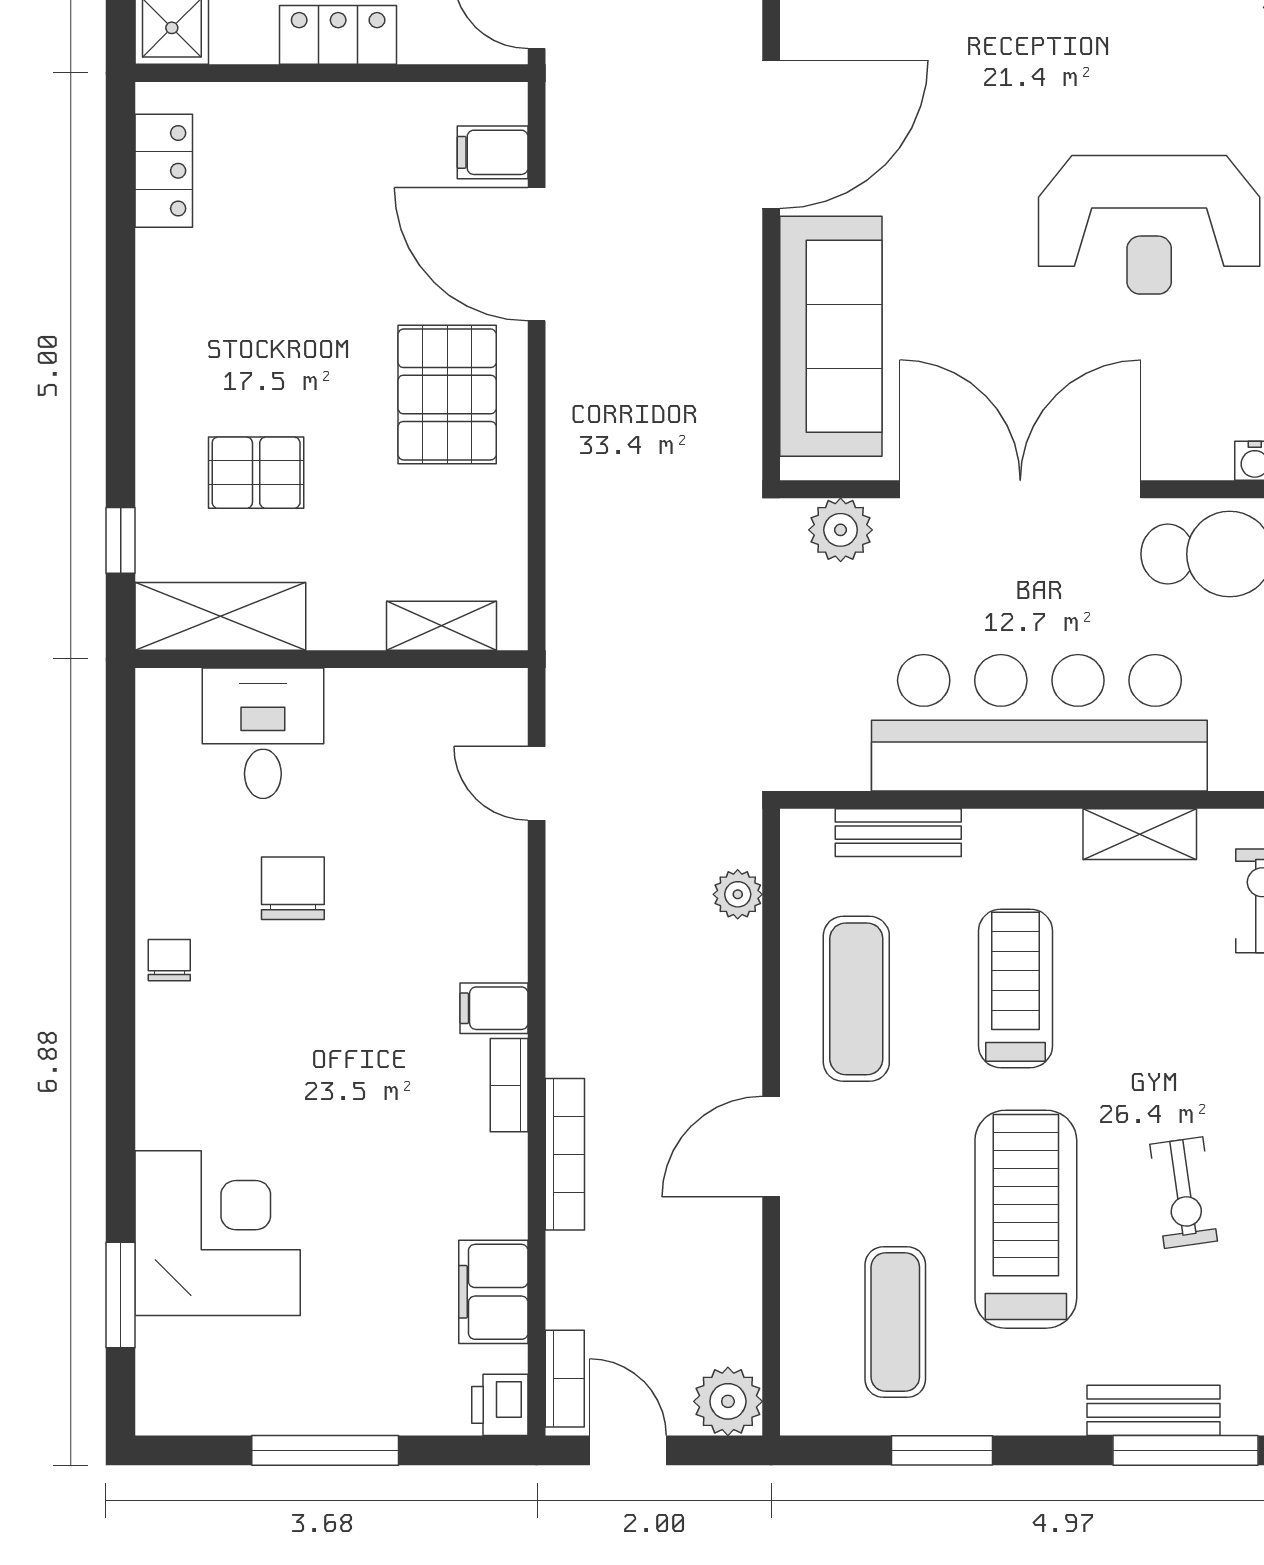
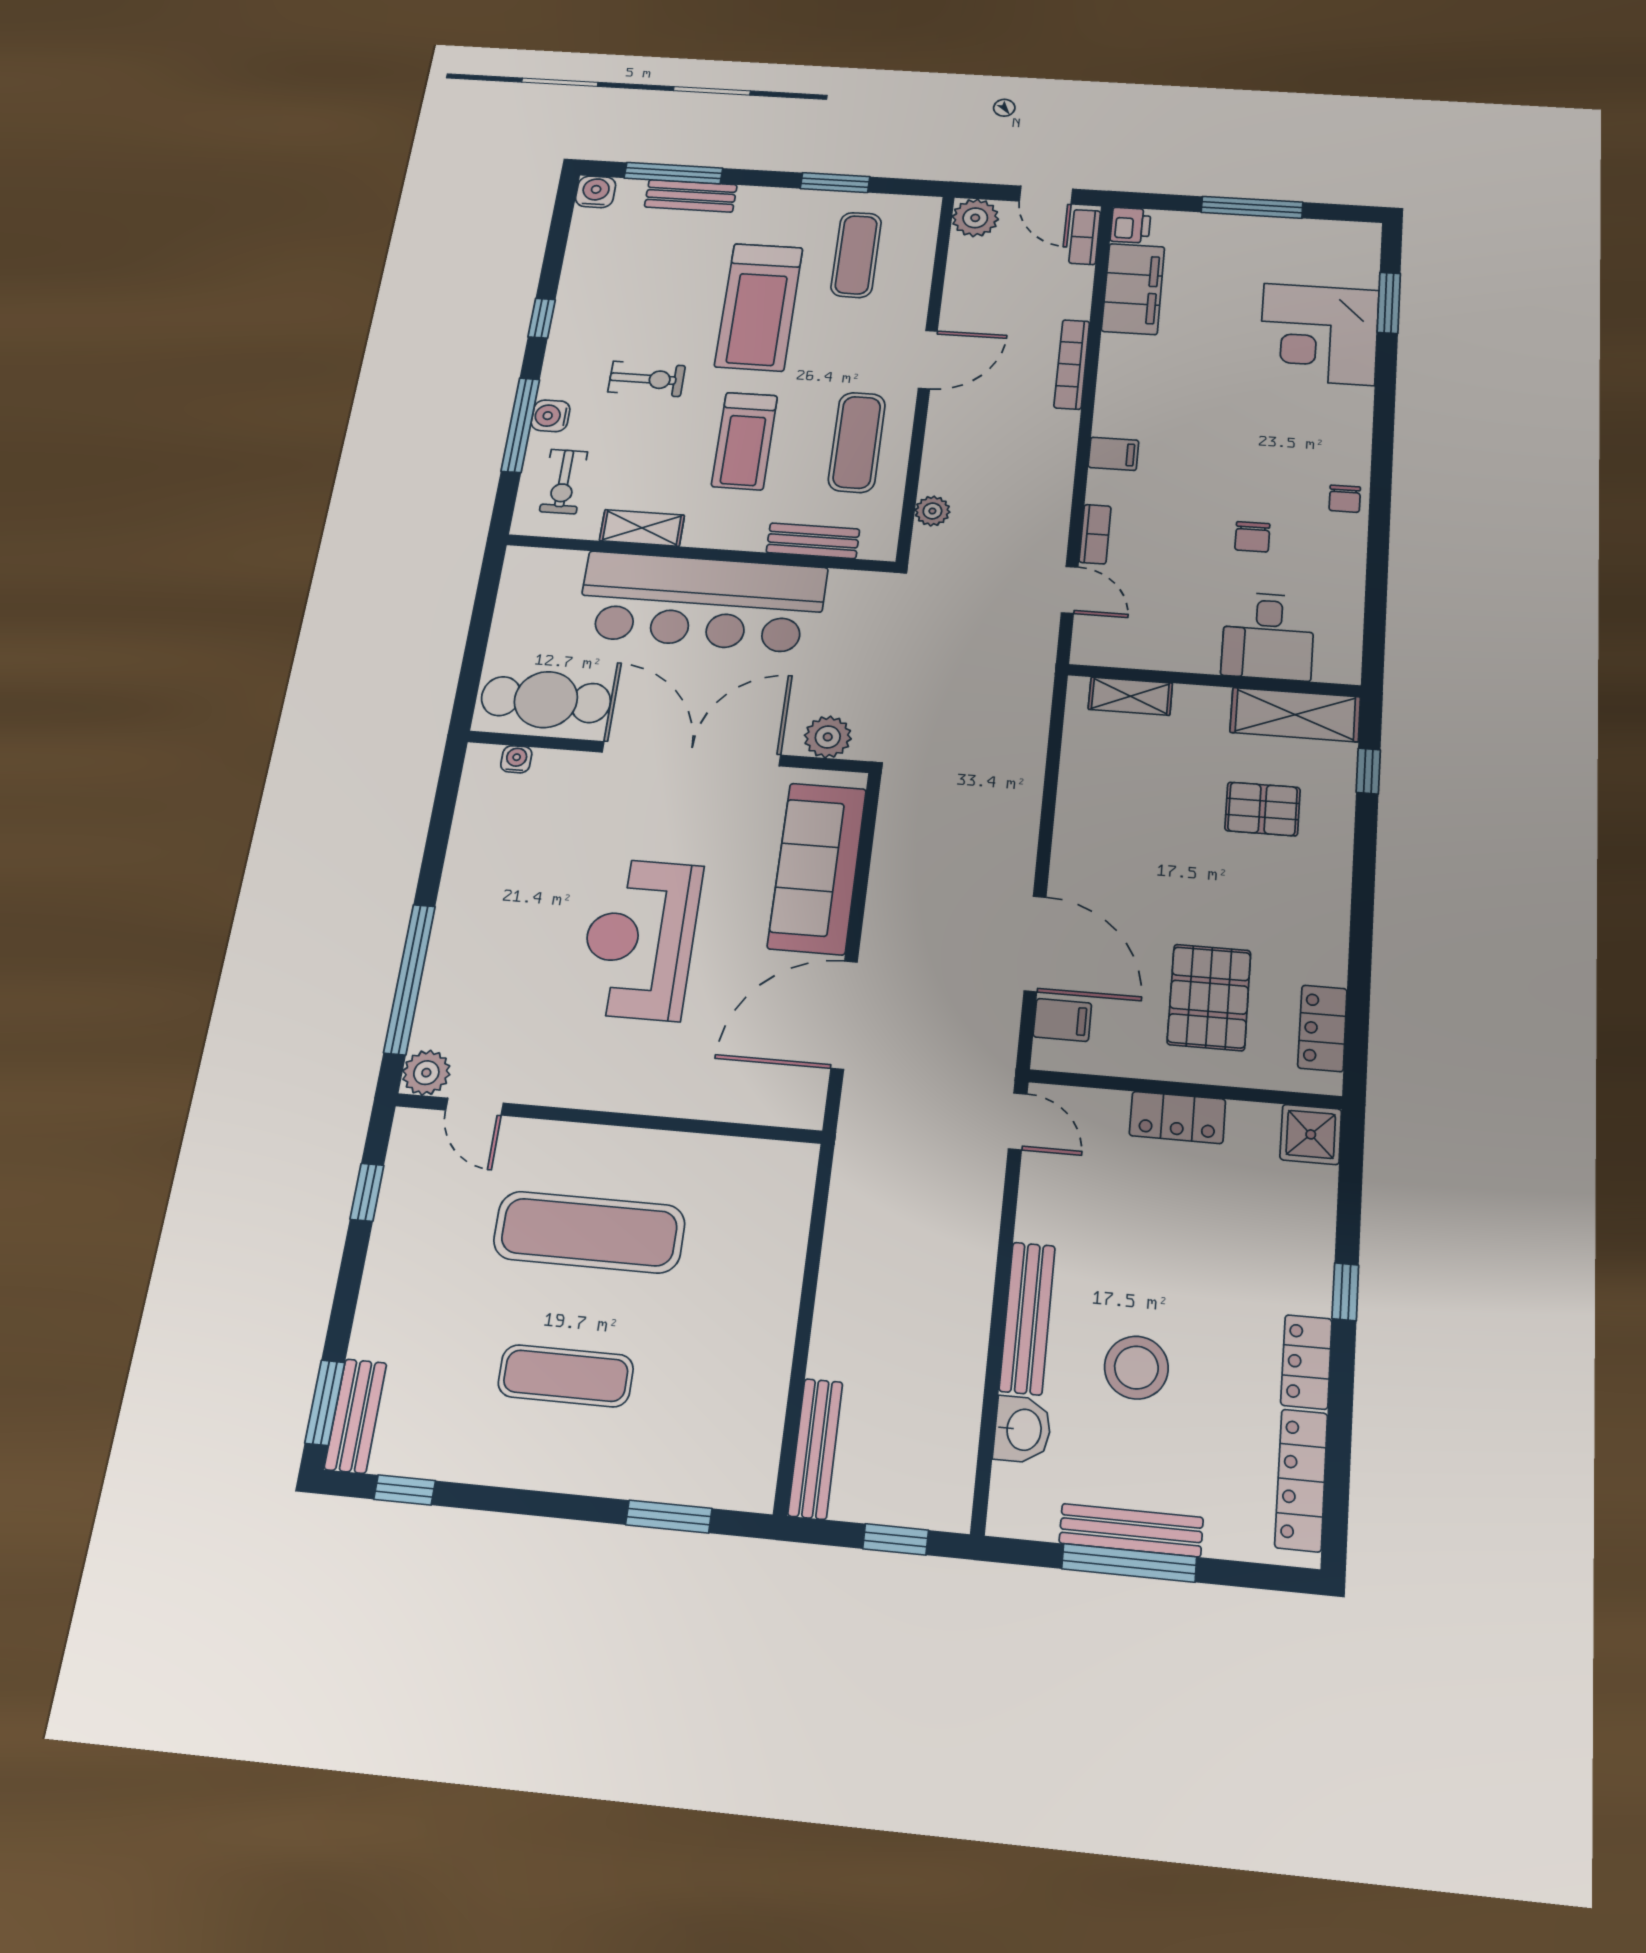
reception desk: (1149, 225) -> (640, 939), moved, turned -90
pallet: (447, 394) -> (1209, 997), moved
double door: (1020, 489) -> (691, 754), swing flipped
chair: (293, 888) -> (1252, 537), width x0.73, depth x0.73
bookcase: (509, 1085) -> (1095, 534), moved
exercise bike: (1184, 1193) -> (647, 379), moved, turned 98
filing cabinet: (493, 1292) -> (1133, 289), width x1.50, depth x1.17

